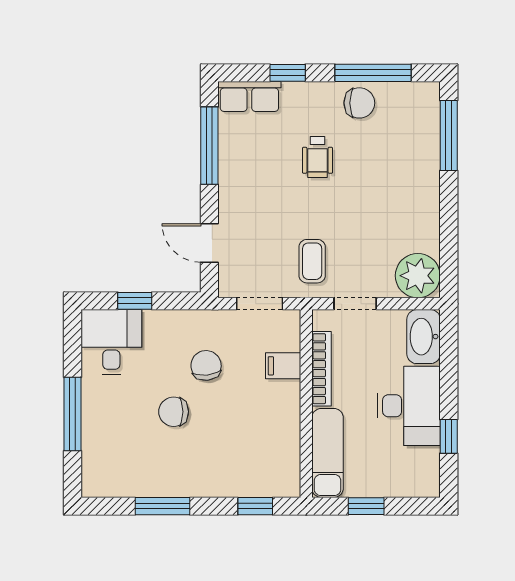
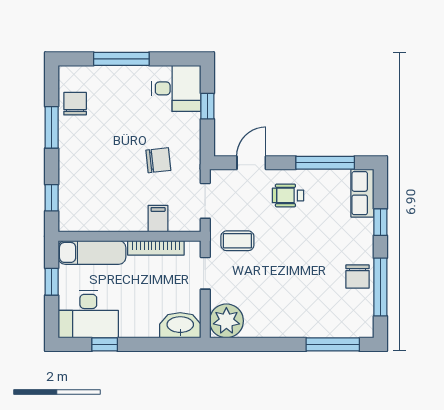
wheelchair: (317, 157) -> (288, 195), moved
desk: (409, 406) -> (88, 314), moved
chair: (174, 412) -> (75, 104), moved

